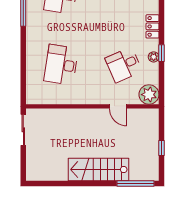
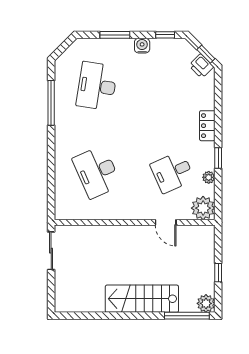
plant: (154, 57) -> (209, 177), moved
desk: (61, 65) -> (97, 172), turned -33
plant: (151, 173) -> (206, 303), added

